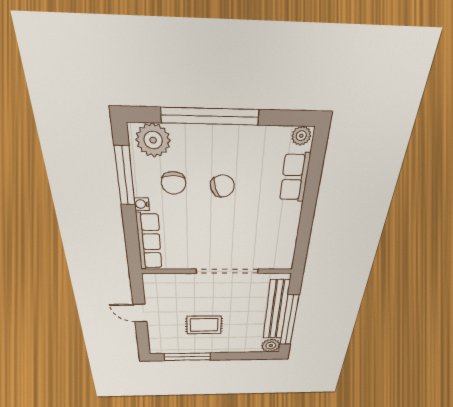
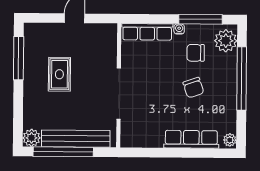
row of seats: (295, 178) -> (191, 139), width x1.48

